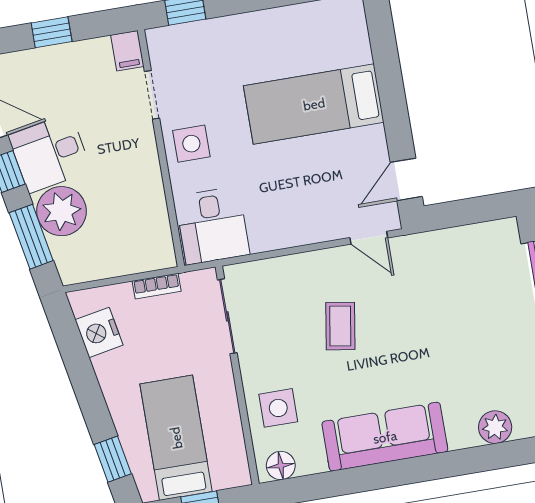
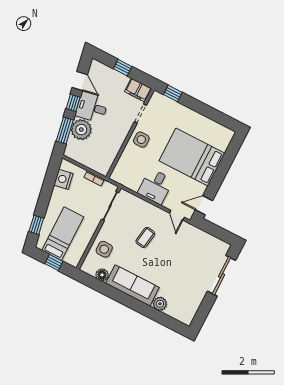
filing cabinet: (127, 51) -> (138, 90), width x2.00
bed: (314, 104) -> (192, 157), width x1.50
desk: (212, 226) -> (156, 186), moved
plant: (495, 427) -> (160, 304), moved
floor lamp: (281, 466) -> (102, 275), moved

